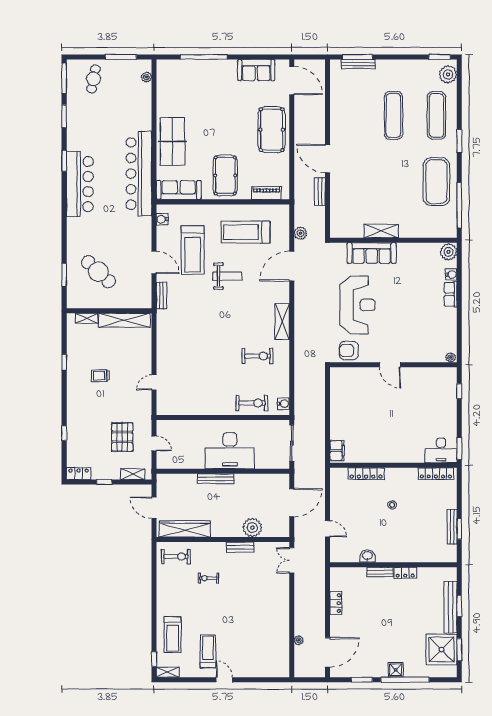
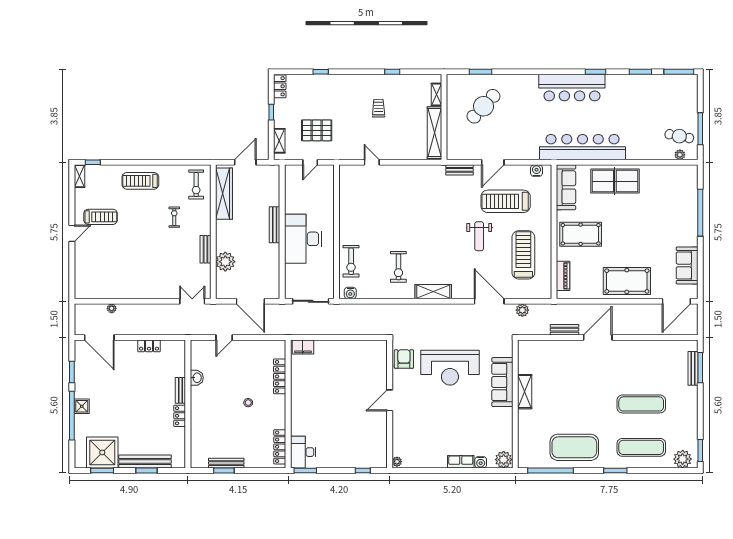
cafe table: (94, 79) -> (679, 136), moved
treadmill: (173, 635) -> (140, 181), moved

